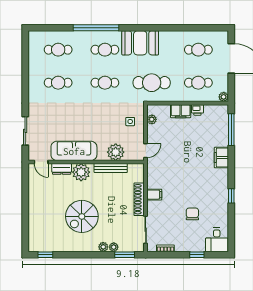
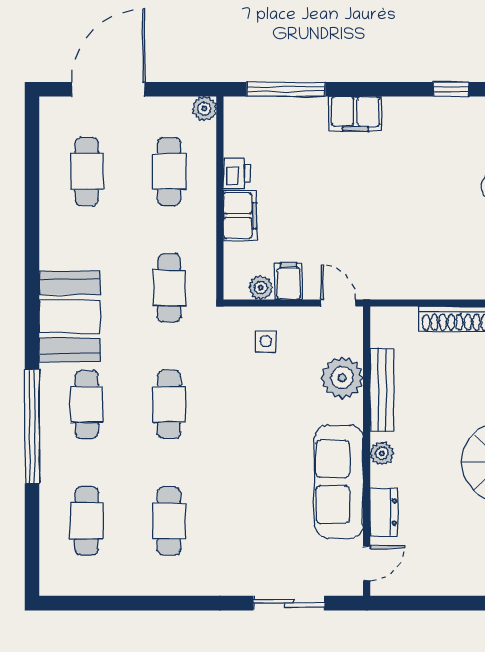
cafe table: (152, 83) -> (169, 288), width x0.73, depth x0.74
plant: (81, 172) -> (382, 453), width x0.53, depth x0.53
filing cabinet: (154, 195) -> (289, 281), moved

